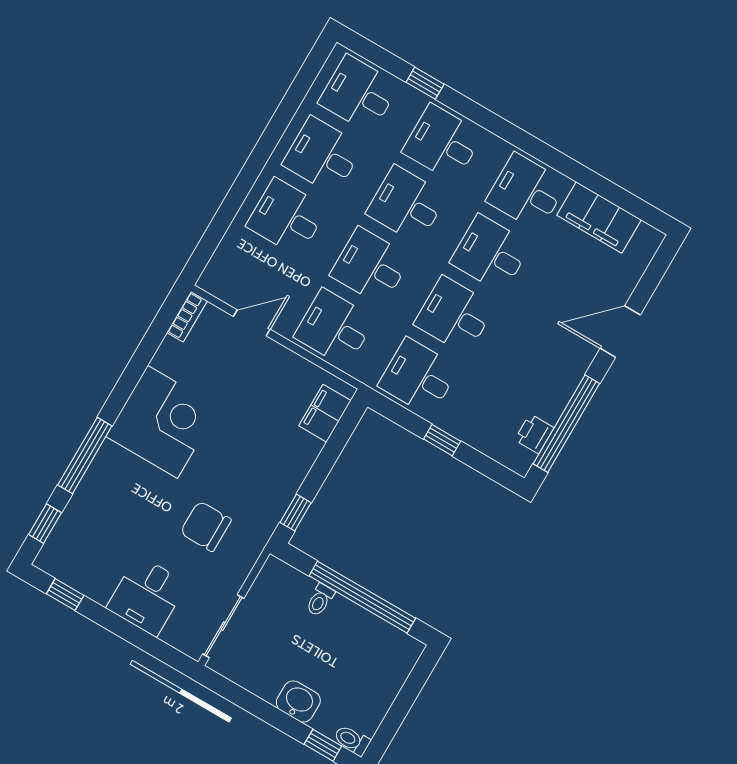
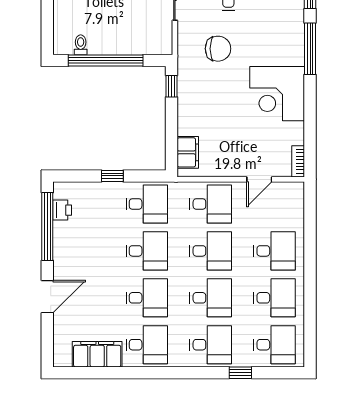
toilet: (320, 600) -> (81, 45), moved

